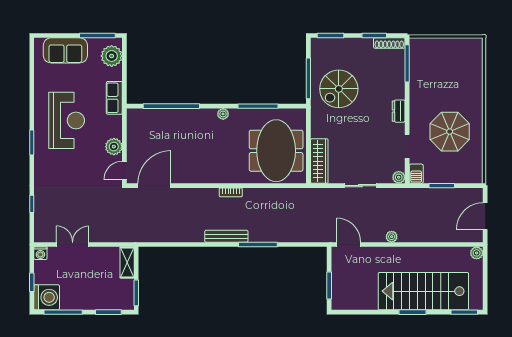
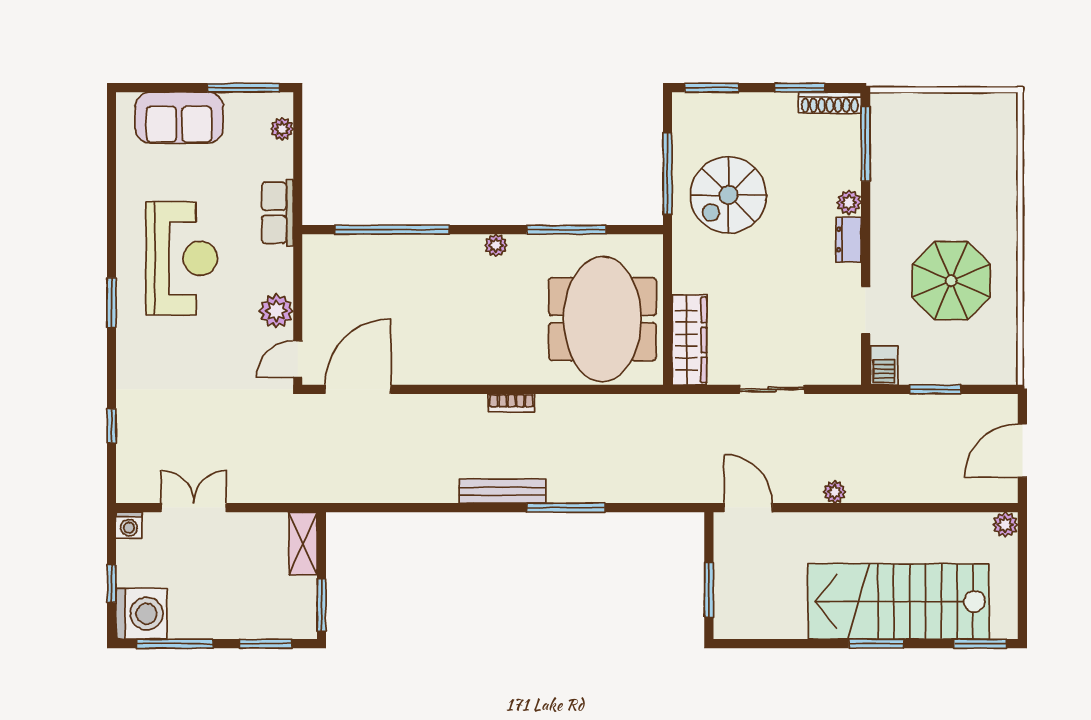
plant: (112, 56) -> (282, 129), width x0.53, depth x0.53
plant: (399, 177) -> (849, 202), moved

